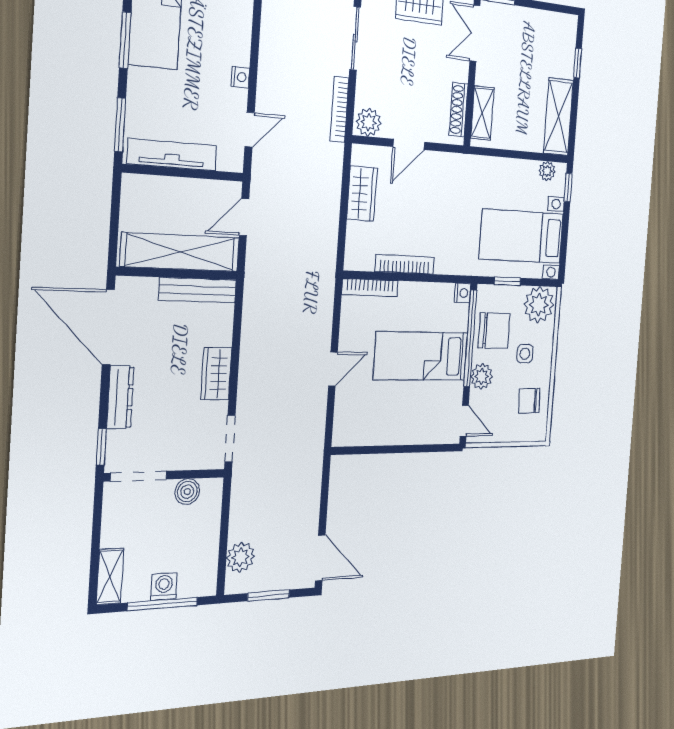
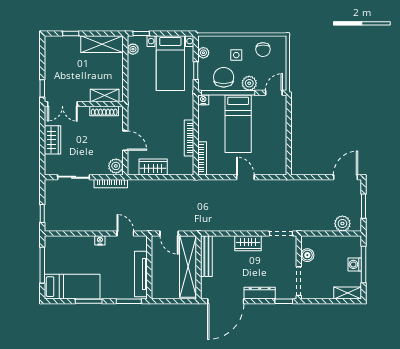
plant: (539, 305) -> (203, 53), width x0.53, depth x0.53

